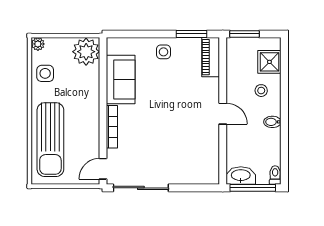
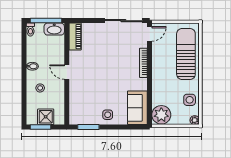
window: (244, 34) -> (41, 127), moved
piano: (211, 57) -> (75, 37), moved
shower: (269, 62) -> (46, 117), moved
sofa: (121, 80) -> (137, 108), moved

